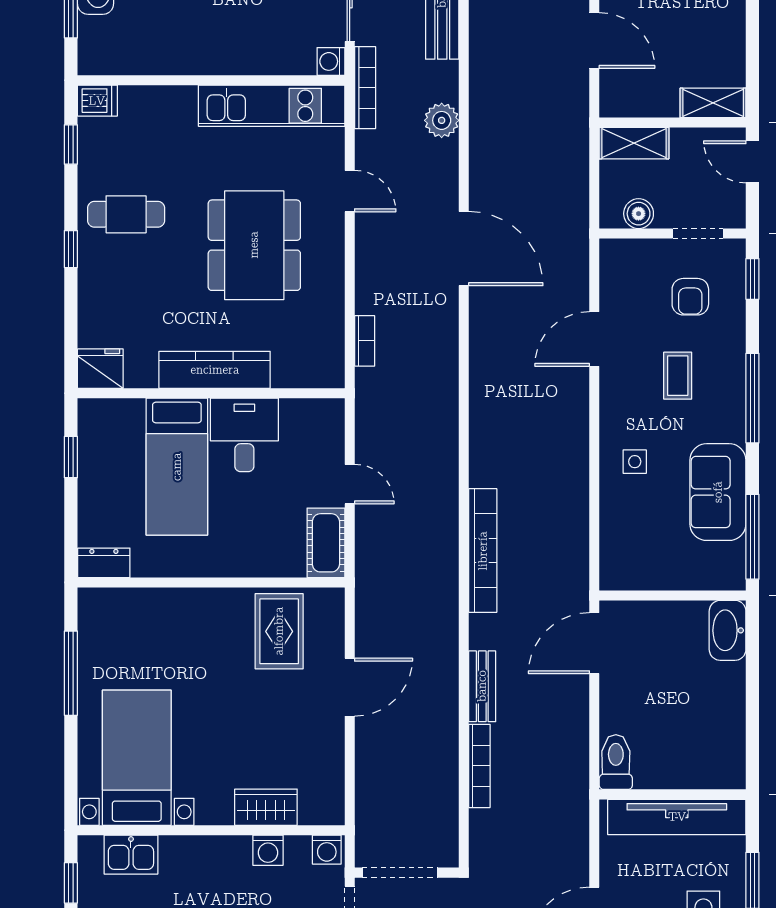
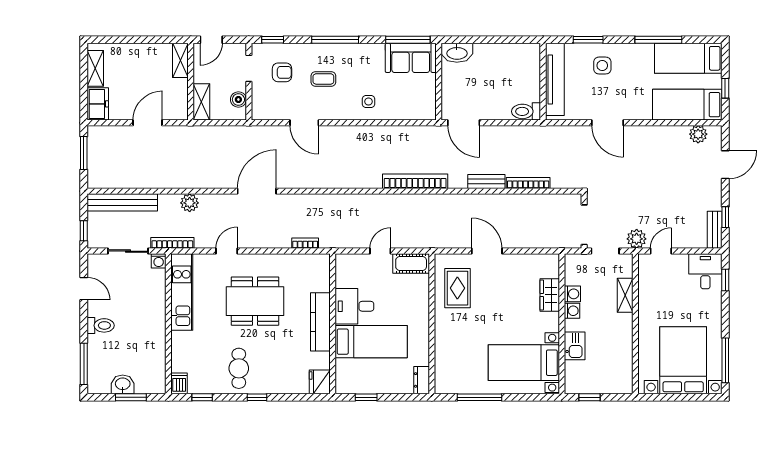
sofa: (718, 492) -> (411, 58), moved
rug: (279, 631) -> (457, 288), turned 90
washing machine: (327, 850) -> (572, 311), moved
kitchen sink: (131, 855) -> (575, 346), moved

